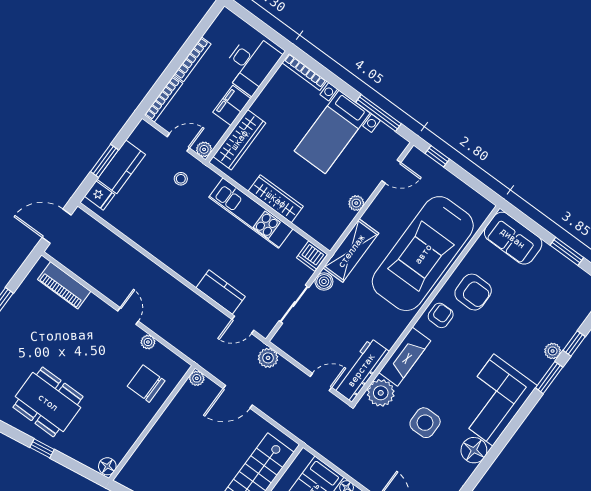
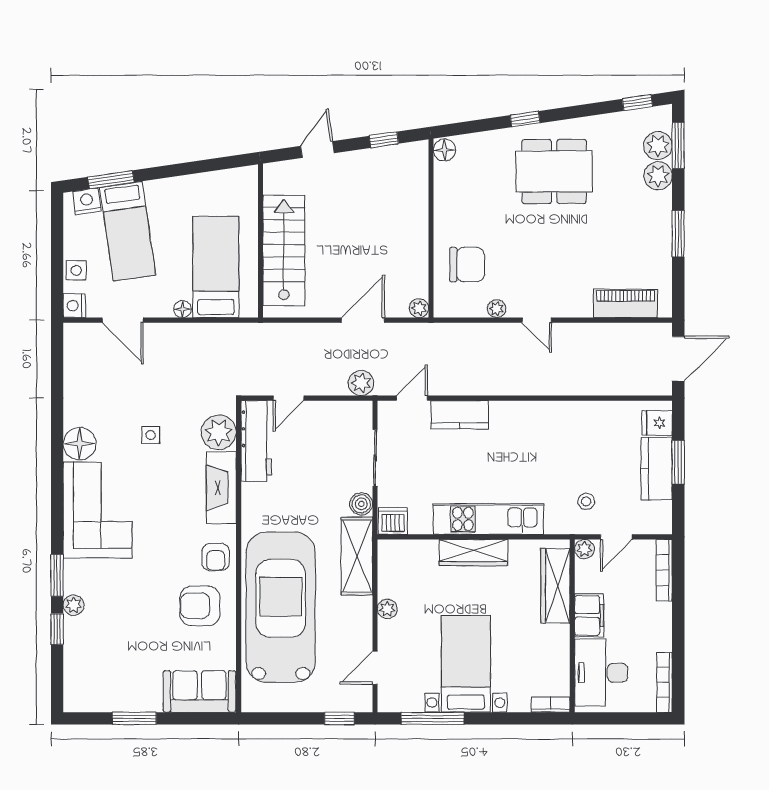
bookcase: (192, 59) -> (664, 682), moved
bookcase: (304, 72) -> (551, 705), width x0.64
side table: (425, 423) -> (151, 435), width x0.54, depth x0.54

